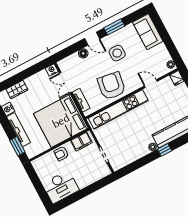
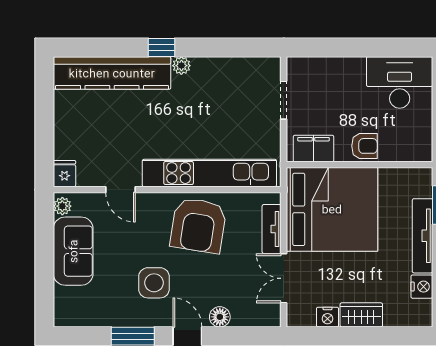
sofa: (148, 32) -> (73, 251), moved
nightstand: (52, 70) -> (327, 317), moved
double door: (66, 83) -> (284, 278), swing flipped
wardrobe: (17, 90) -> (361, 315), moved

